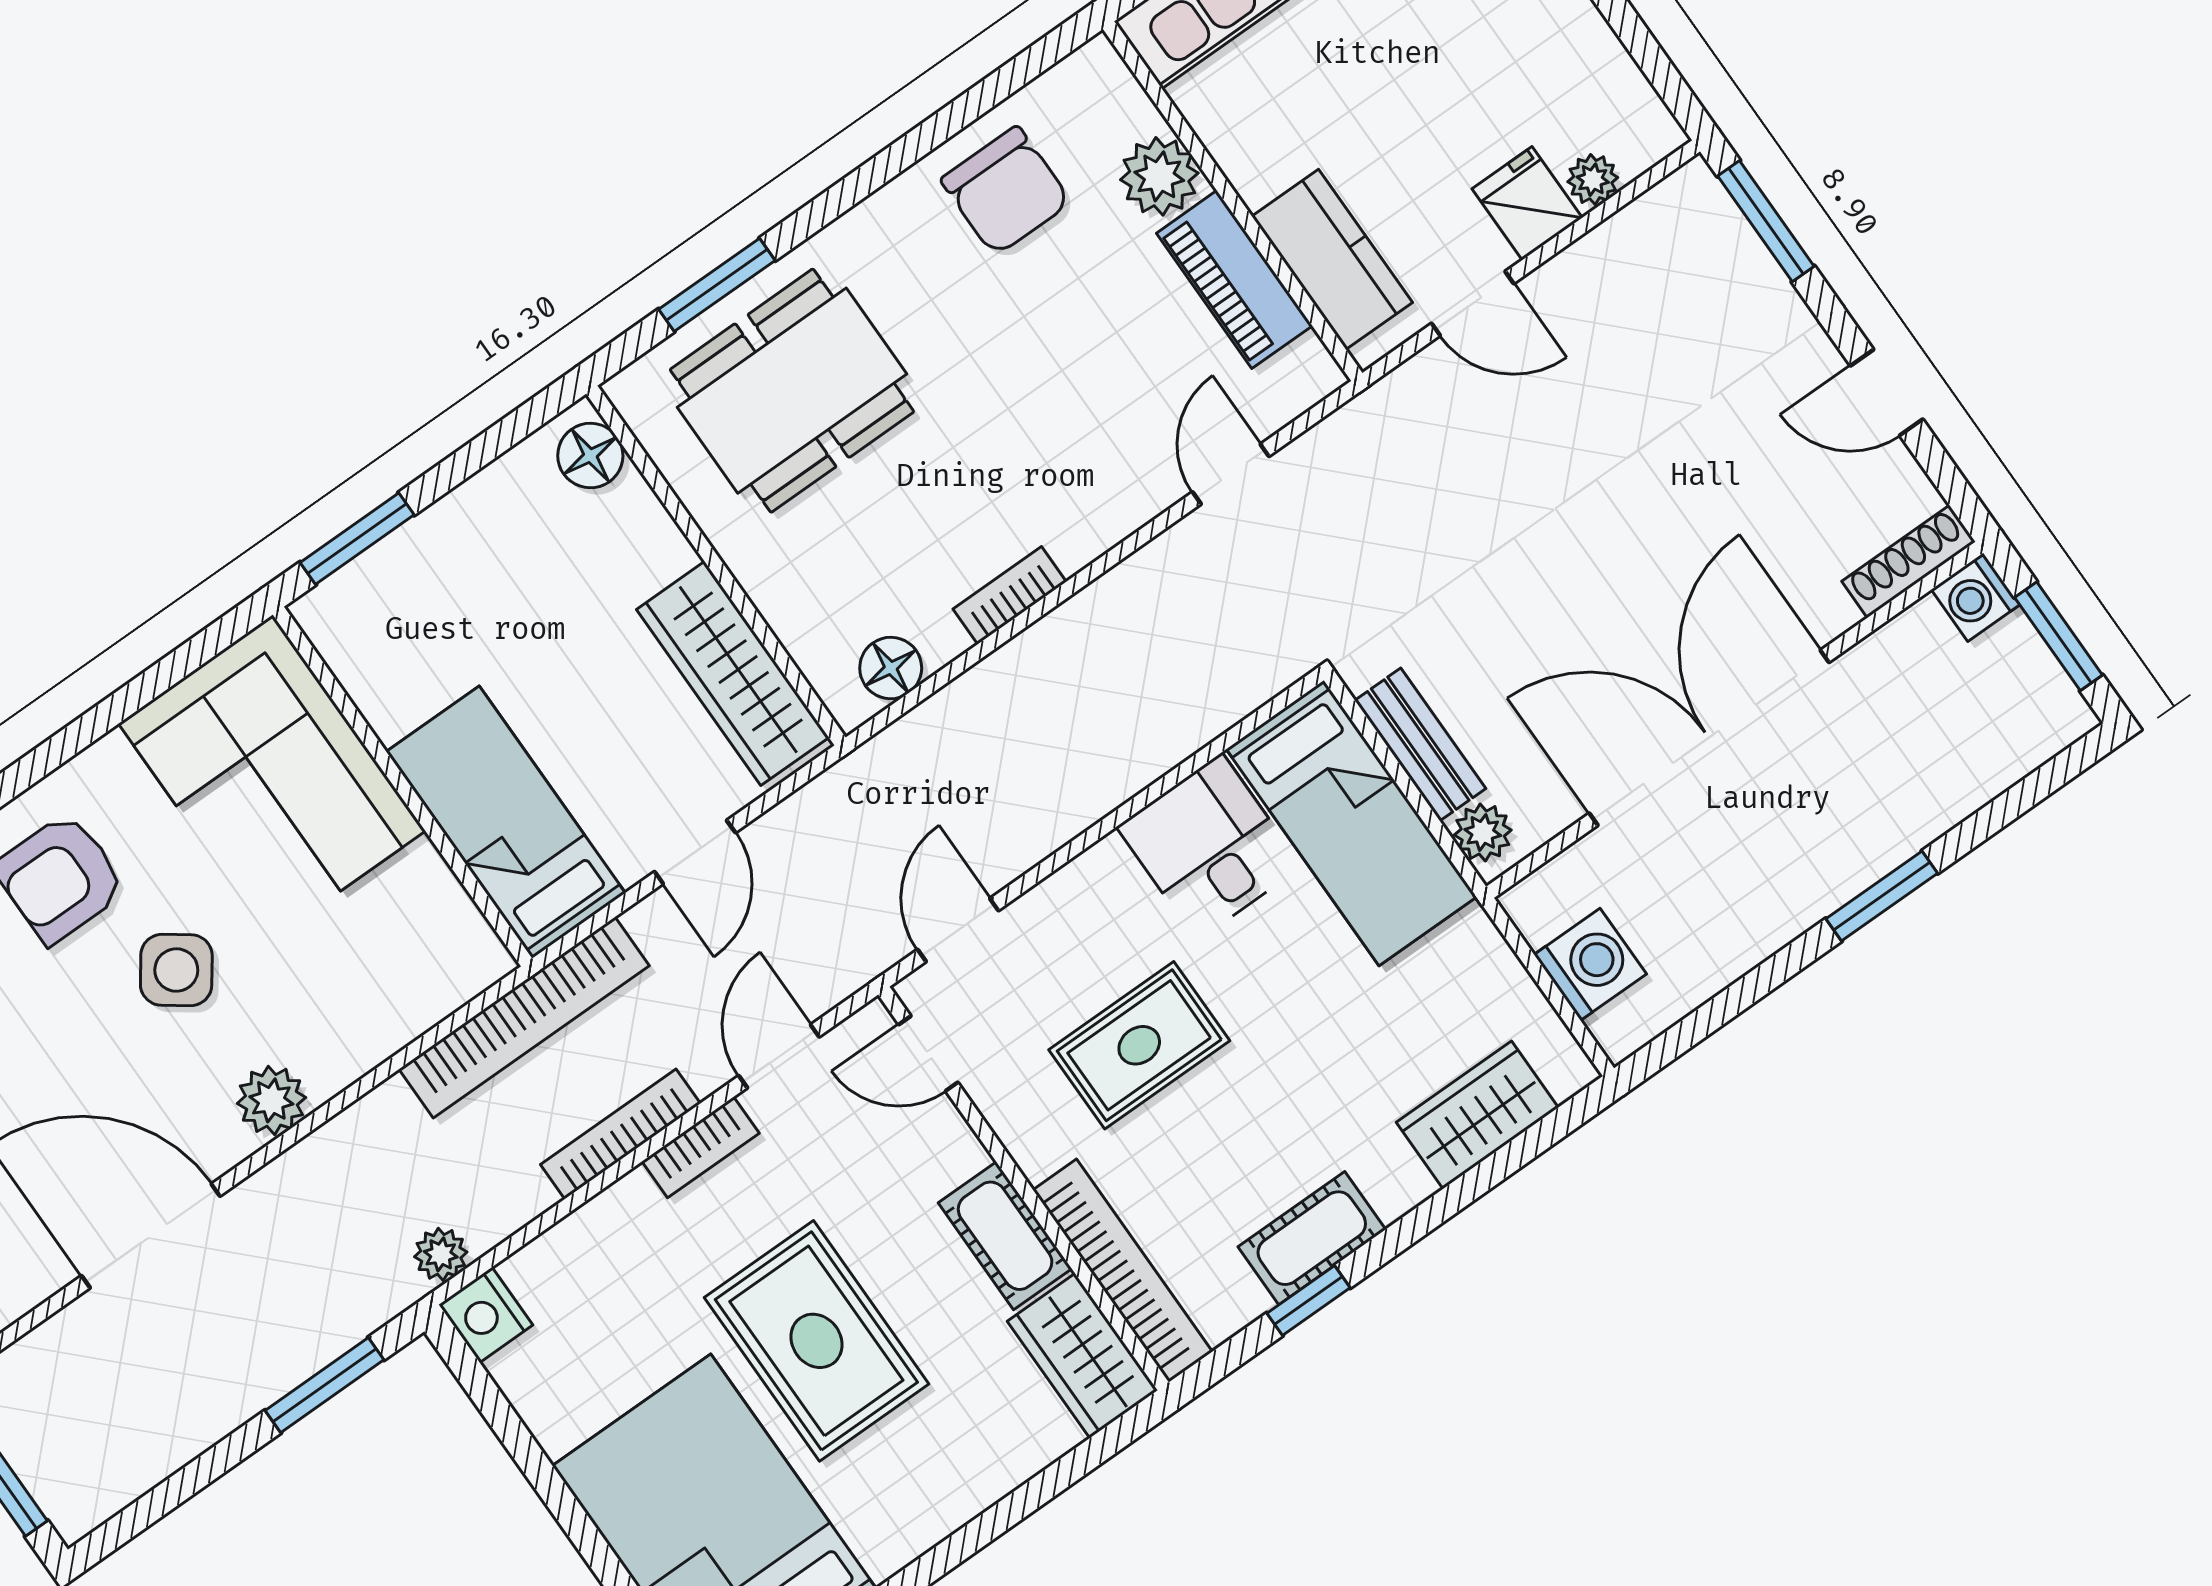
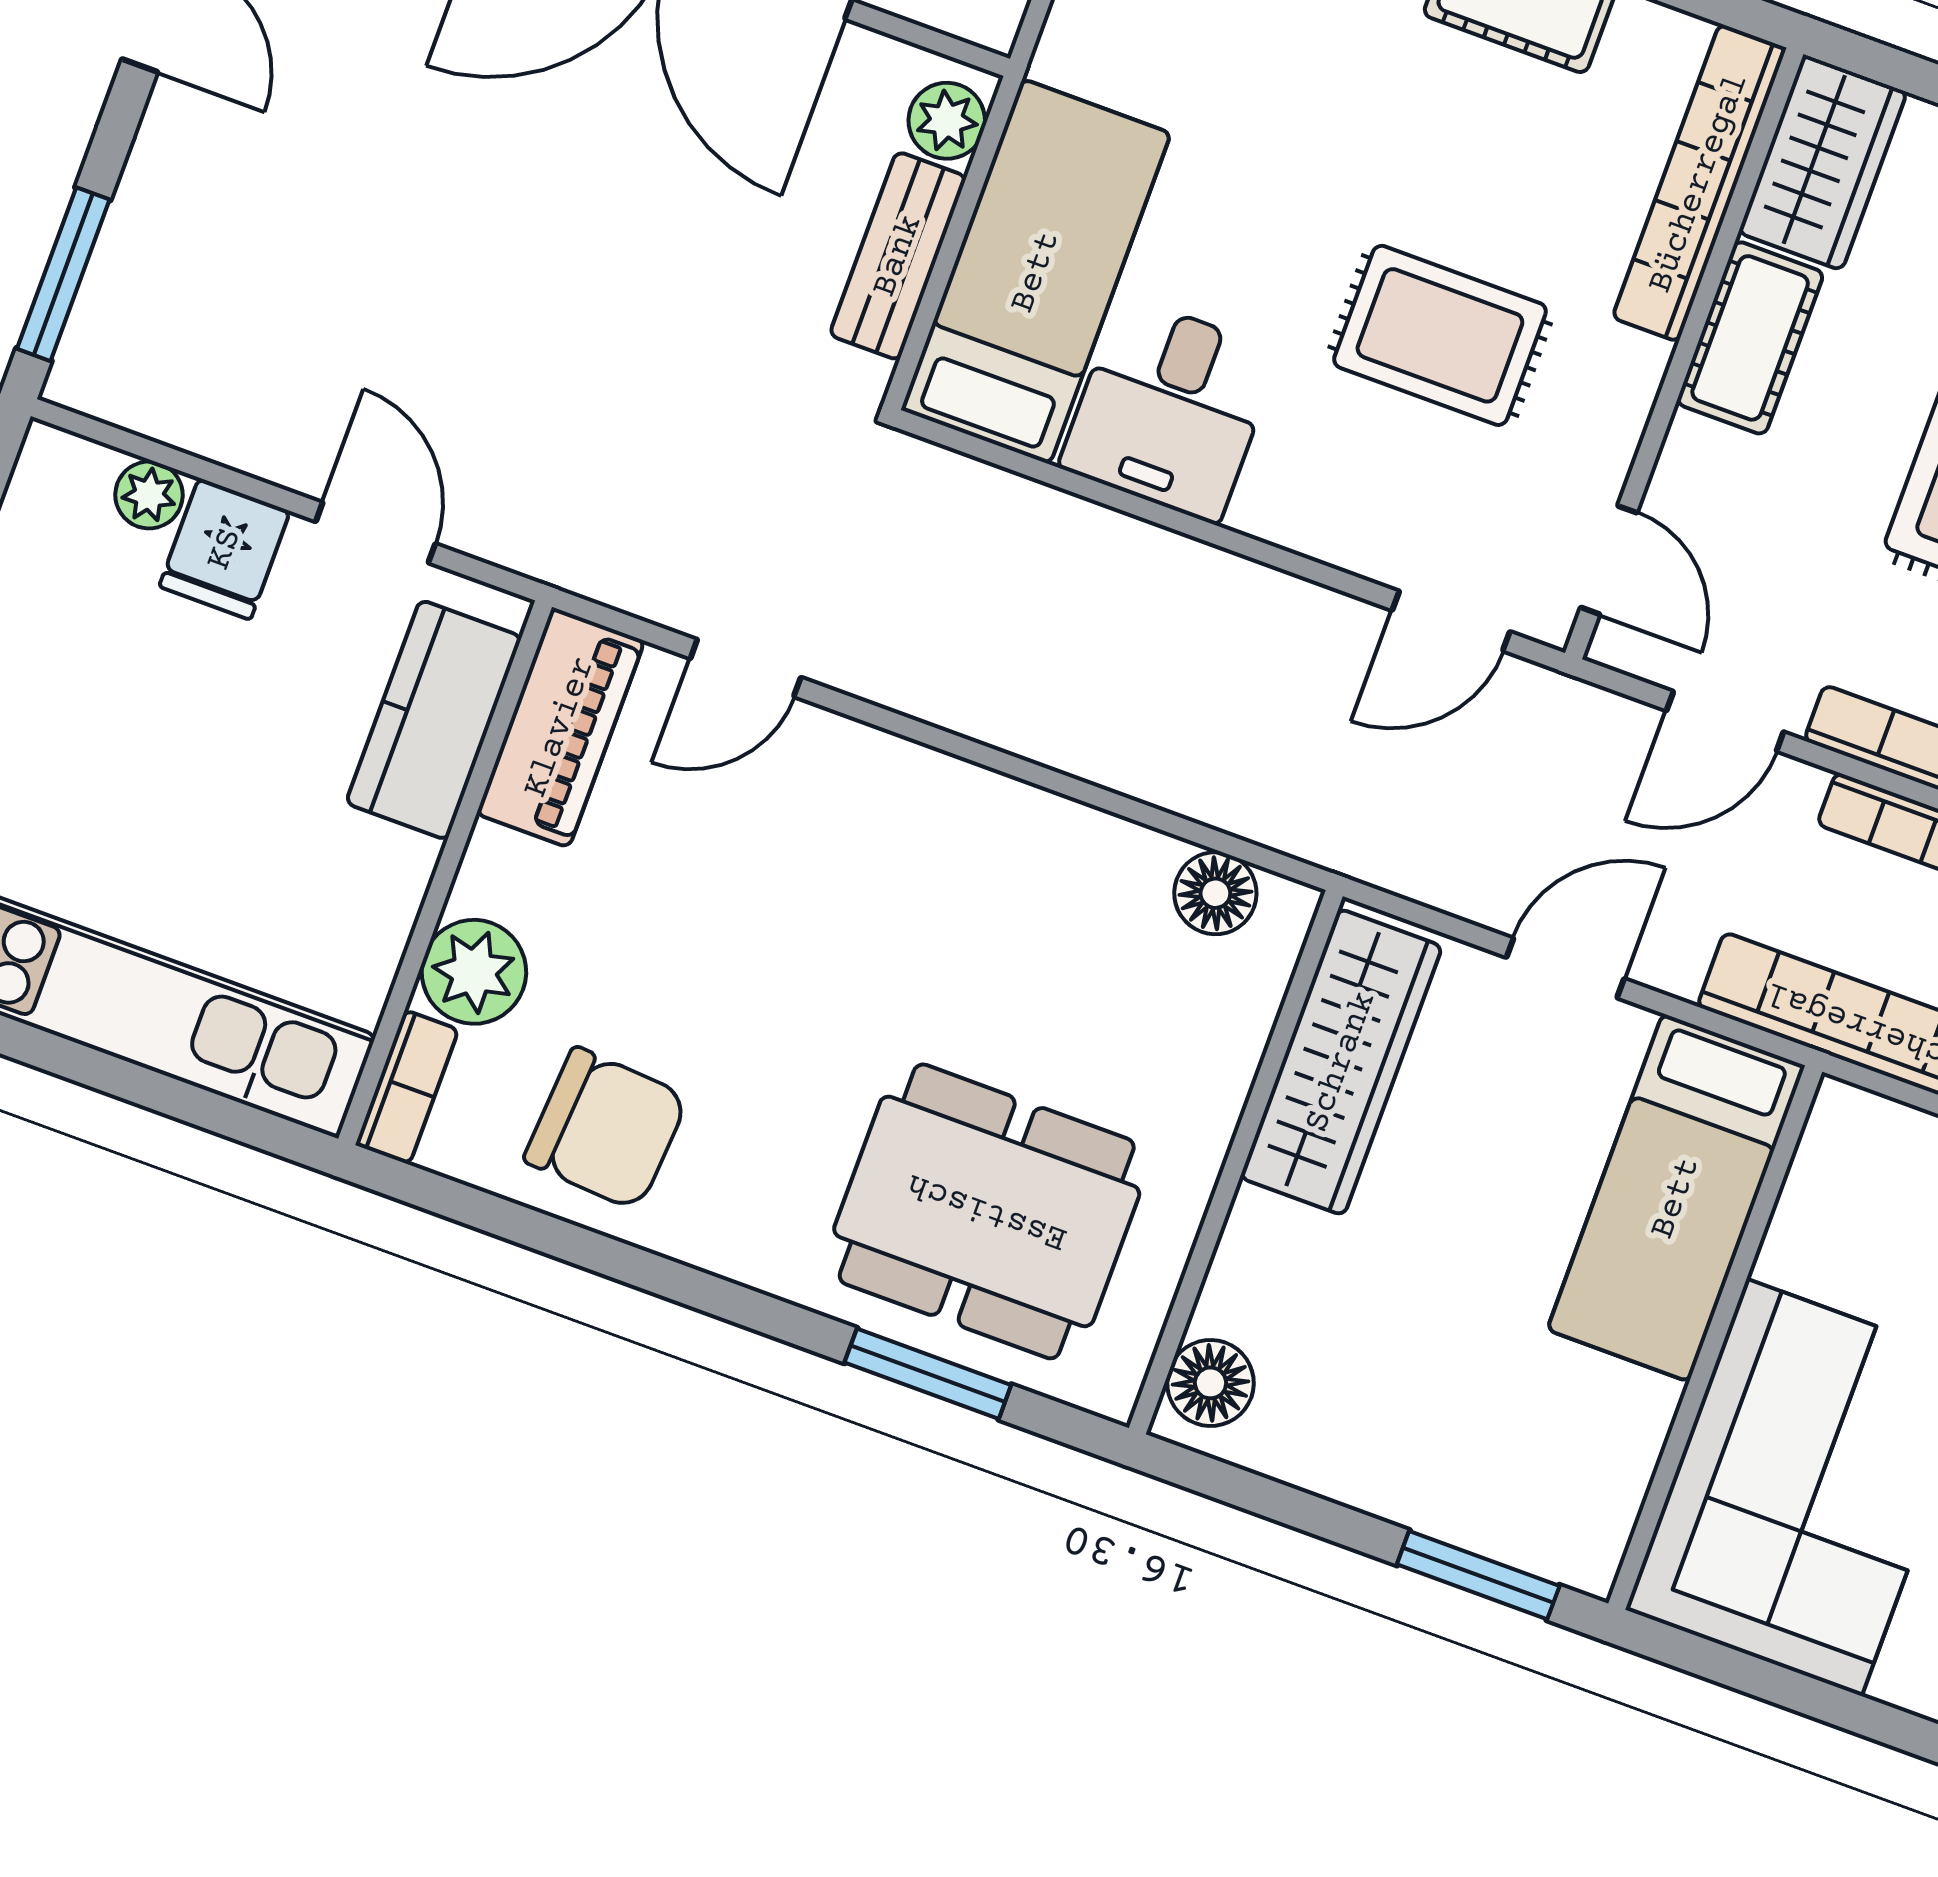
chair: (1006, 191) -> (606, 1129), turned 94
piano: (1234, 279) -> (560, 727), moved
bookcase: (1010, 595) -> (407, 1087), moved, turned -90

